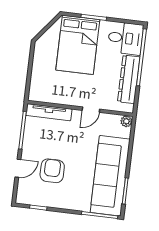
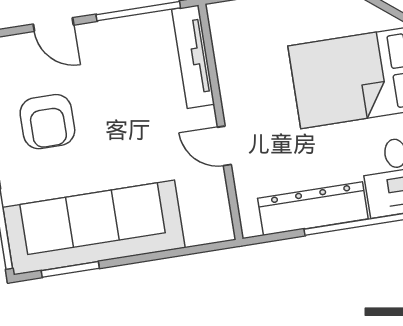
plant: (126, 121) -> (221, 229), removed
armchair: (52, 171) -> (47, 122), moved, turned 90

